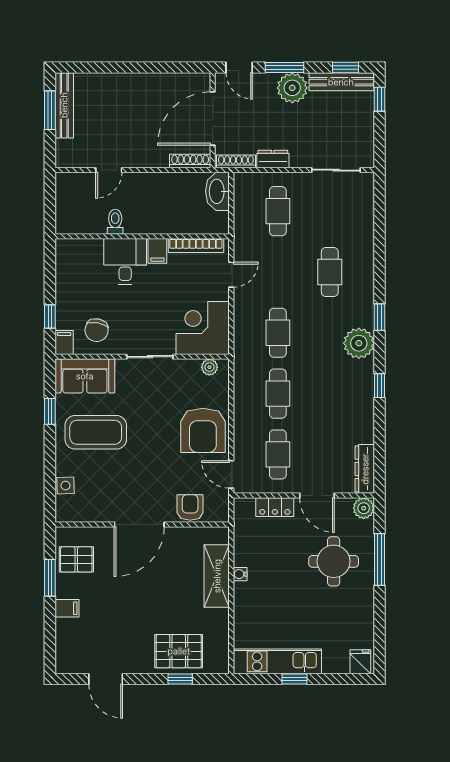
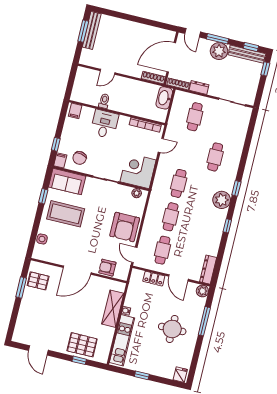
filing cabinet: (157, 251) -> (75, 111), moved
armchair: (190, 507) -> (107, 268), turned -90
round table: (334, 561) -> (172, 329), moved
filing cabinet: (67, 608) -> (26, 306), removed
kitchen unit: (277, 661) -> (122, 340), moved, turned 90

